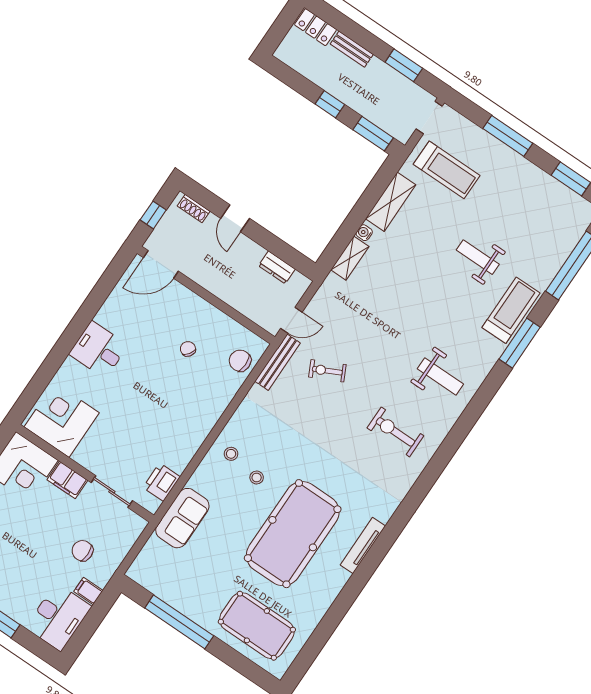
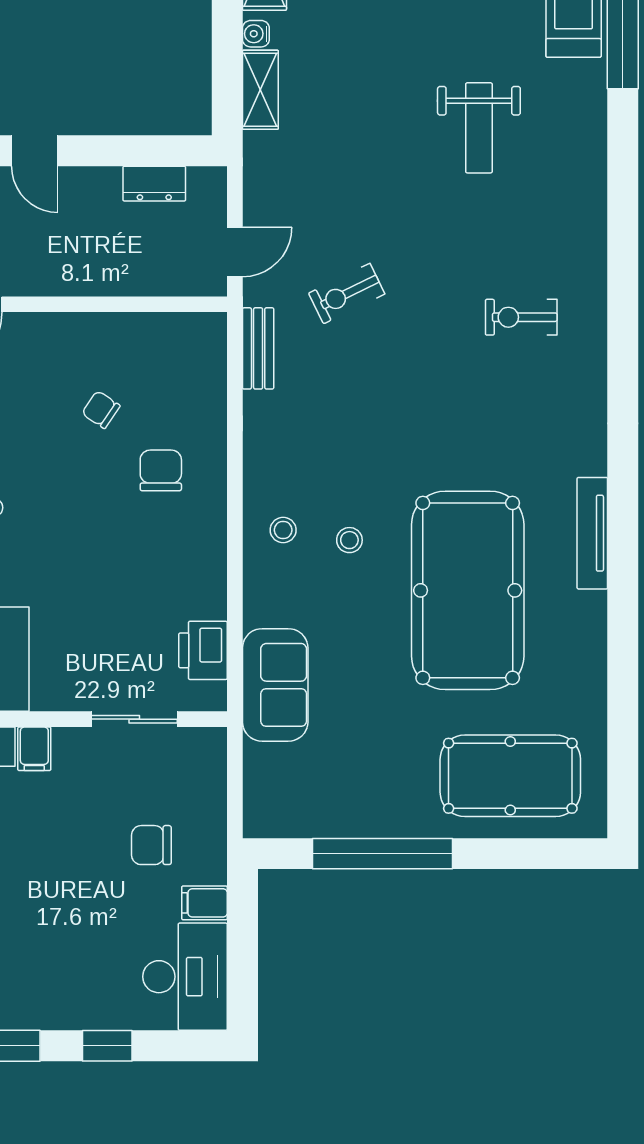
chair: (240, 361) -> (161, 470), moved, turned 90
bench: (278, 362) -> (258, 348), width x0.73
weight bench: (440, 376) -> (479, 128), moved, turned 90
exercise bike: (395, 432) -> (521, 317), width x0.73, depth x0.72
filing cabinet: (67, 480) -> (34, 749), width x0.50

